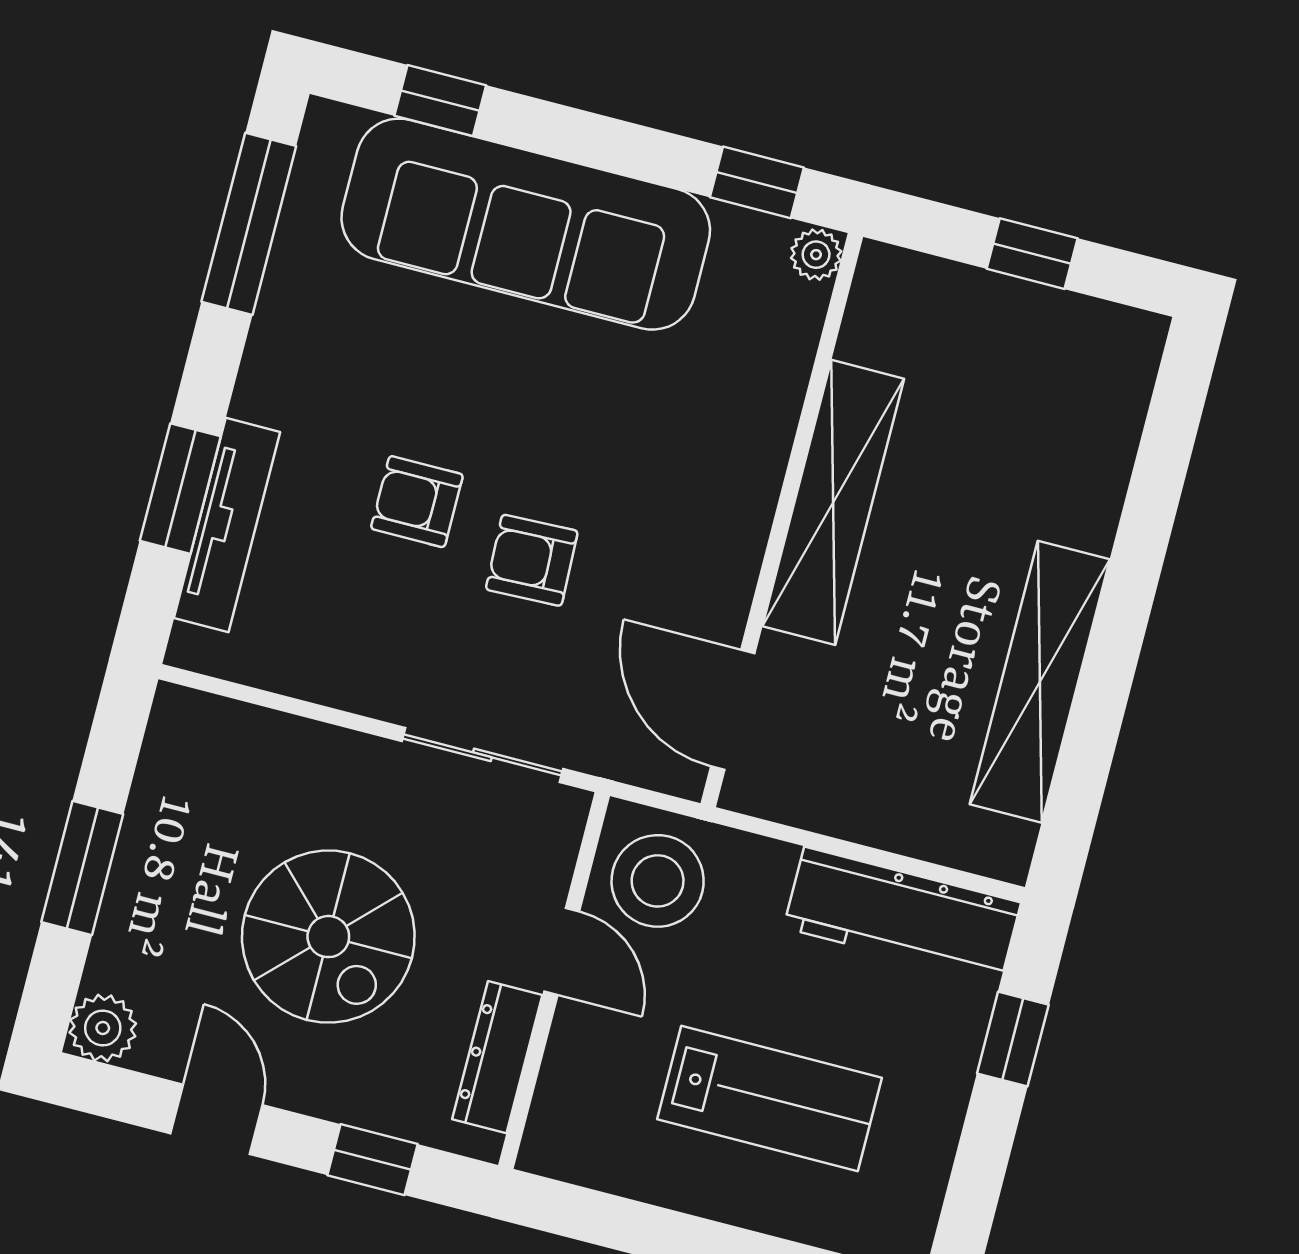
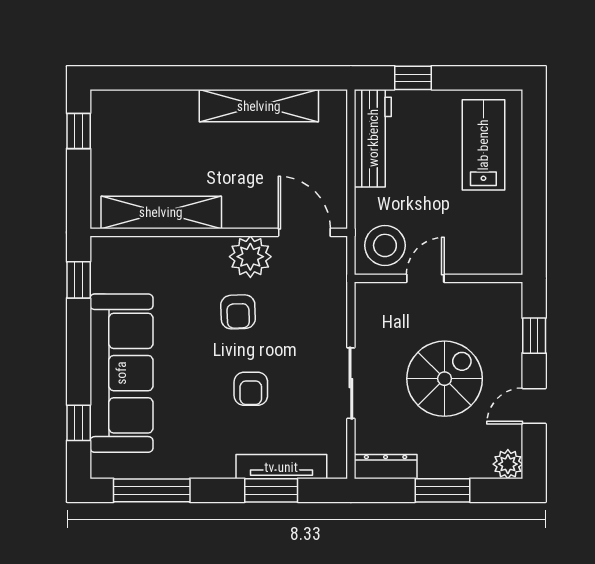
window: (1032, 254) -> (79, 131), moved
plant: (816, 255) -> (250, 257), moved, width x1.88, depth x1.88
shelving: (833, 502) -> (161, 212), moved
armchair: (532, 560) -> (238, 312), moved
door: (733, 710) -> (304, 232), swing flipped
sliding door: (482, 755) -> (351, 383), moved
dresser: (497, 1057) -> (386, 467), moved, turned 180
lab bench: (769, 1099) -> (483, 145), moved

